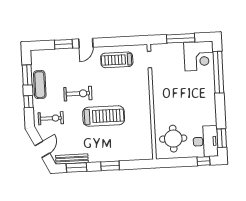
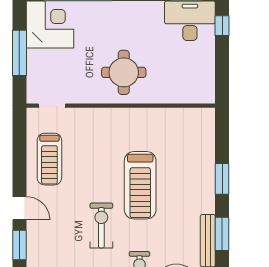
treadmill: (104, 116) -> (140, 185), turned 180
round table: (173, 139) -> (124, 72), moved

